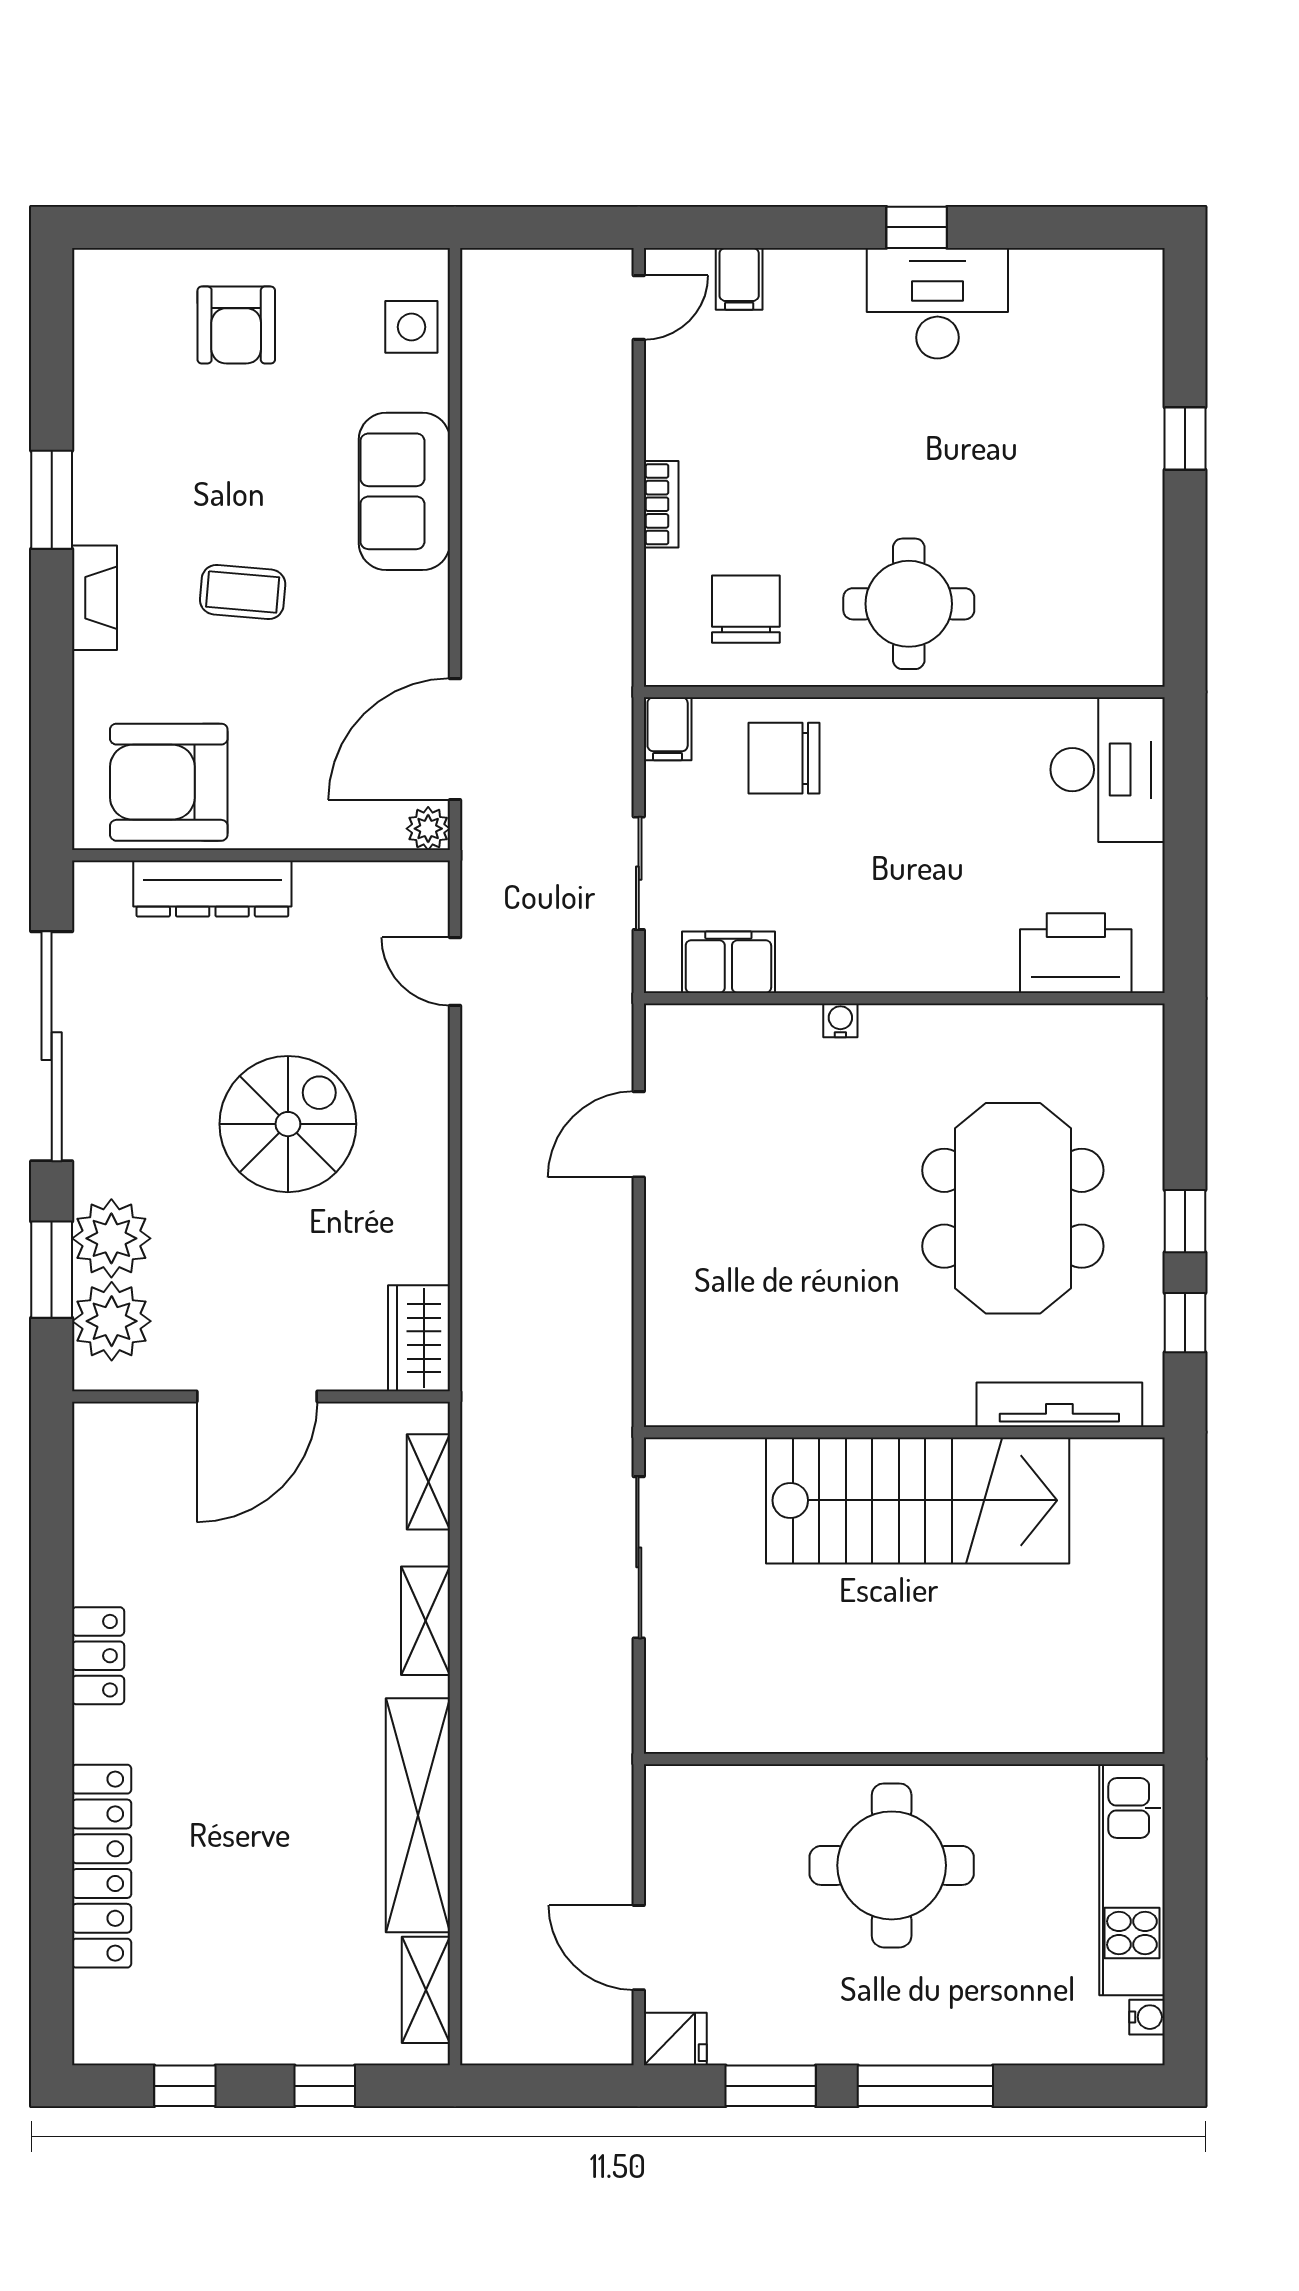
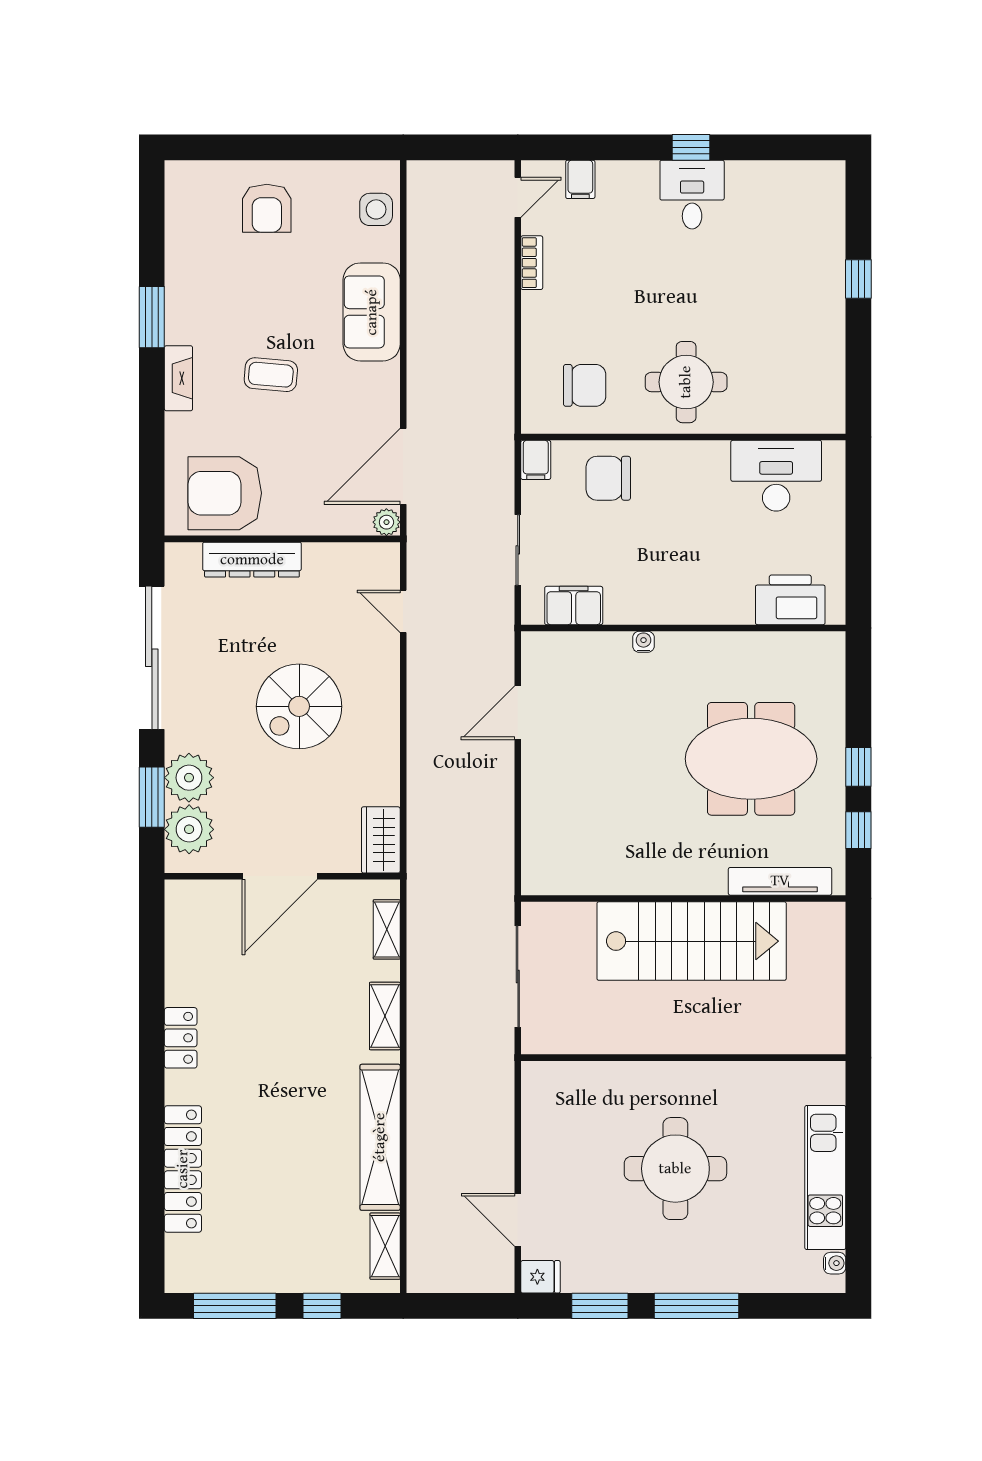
desk: (937, 303) -> (692, 195), width x0.73
bookcase: (661, 504) -> (532, 263), moved
chair: (746, 609) -> (585, 385), turned 90
desk: (1108, 770) -> (776, 476), moved, turned -90
spiral stairs: (288, 1124) -> (299, 706), turned 180
meeting table: (1013, 1208) -> (751, 759), turned 90
wall: (904, 1759) -> (683, 1058), moved
window: (185, 2086) -> (235, 1306), width x2.17

